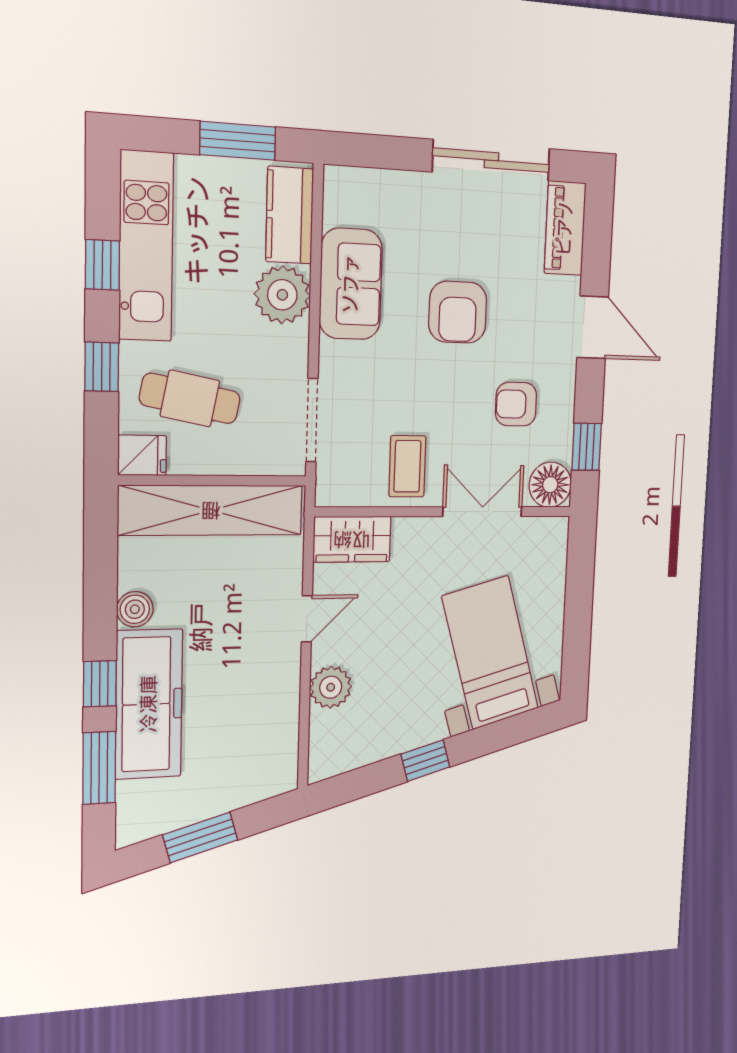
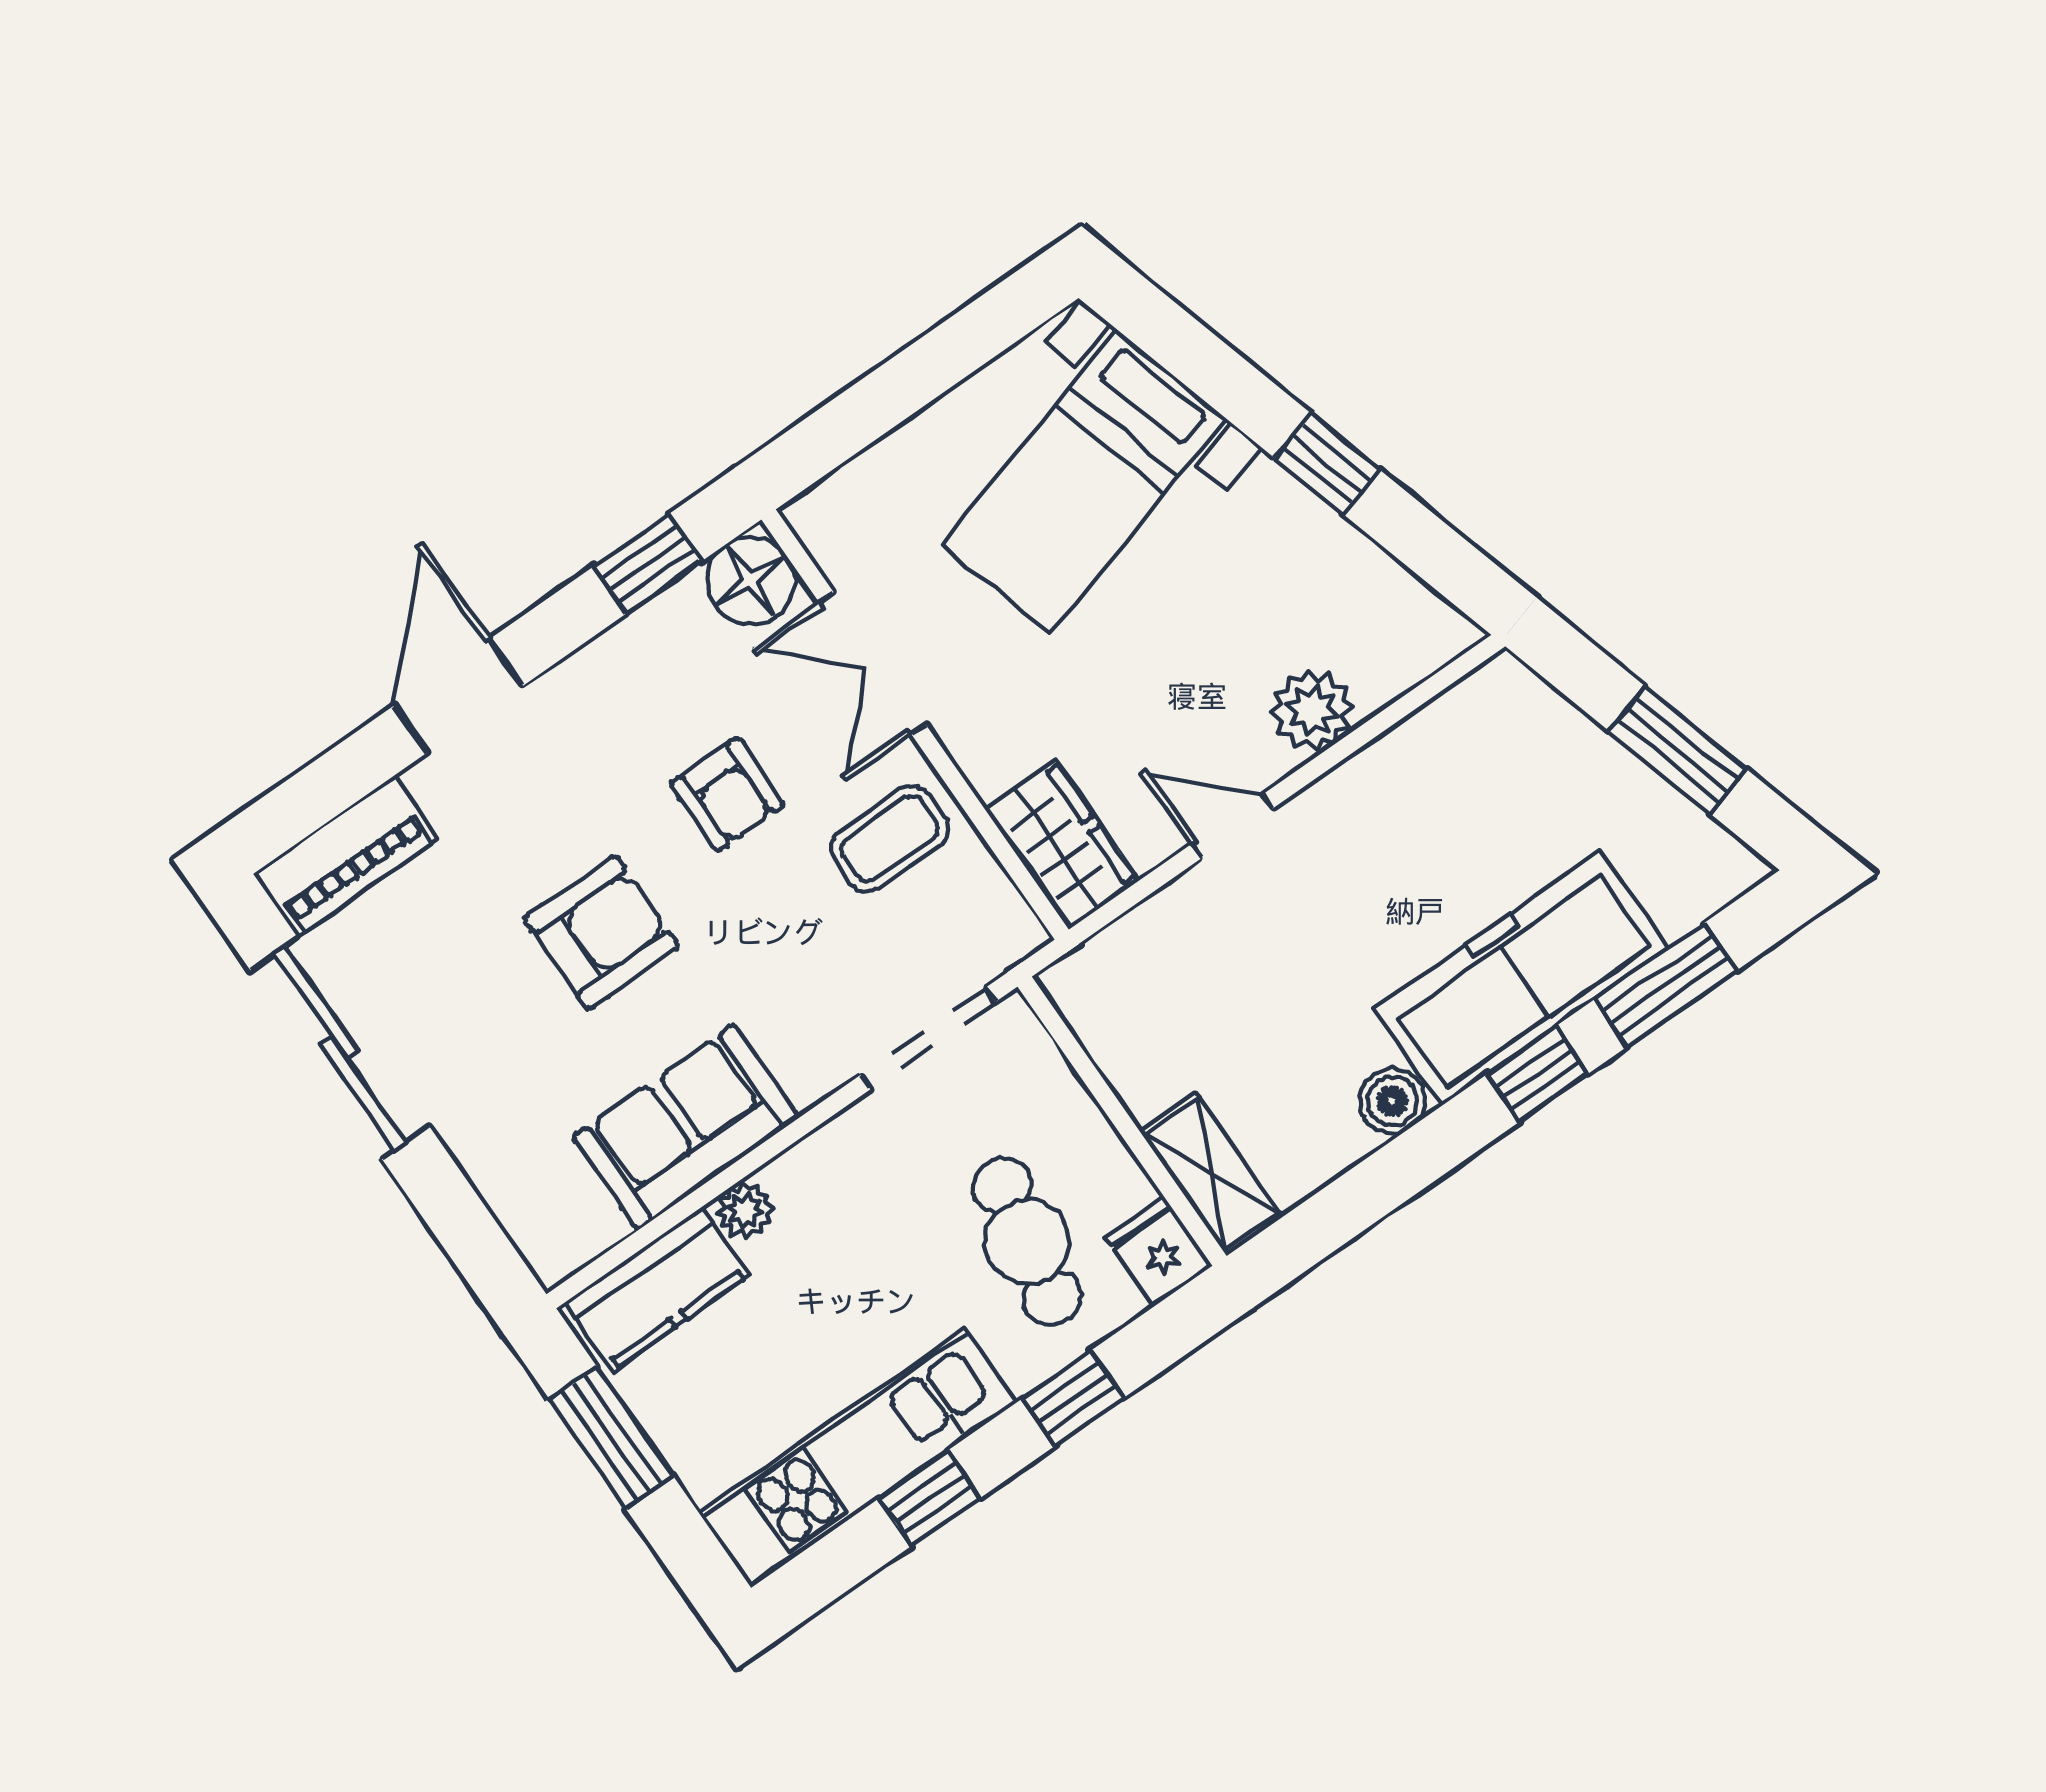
plant: (282, 295) -> (745, 1210), width x0.53, depth x0.53
armchair: (516, 404) -> (728, 794), moved
shelving: (211, 510) -> (1211, 1174), width x0.45, depth x0.75

